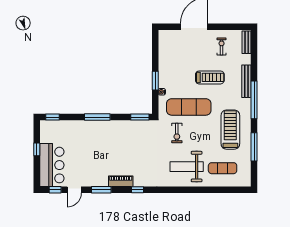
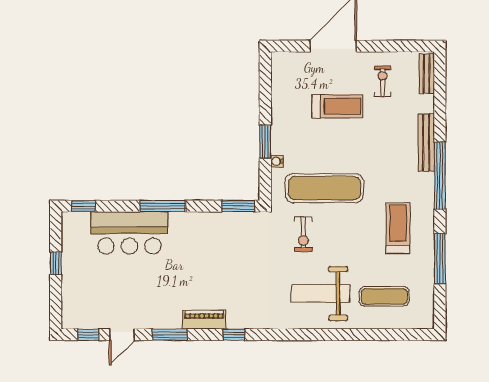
treadmill: (210, 77) -> (337, 106), moved
treadmill: (230, 130) -> (398, 228), width x0.73, depth x0.73
bar counter: (52, 165) -> (129, 233), moved, turned 90

